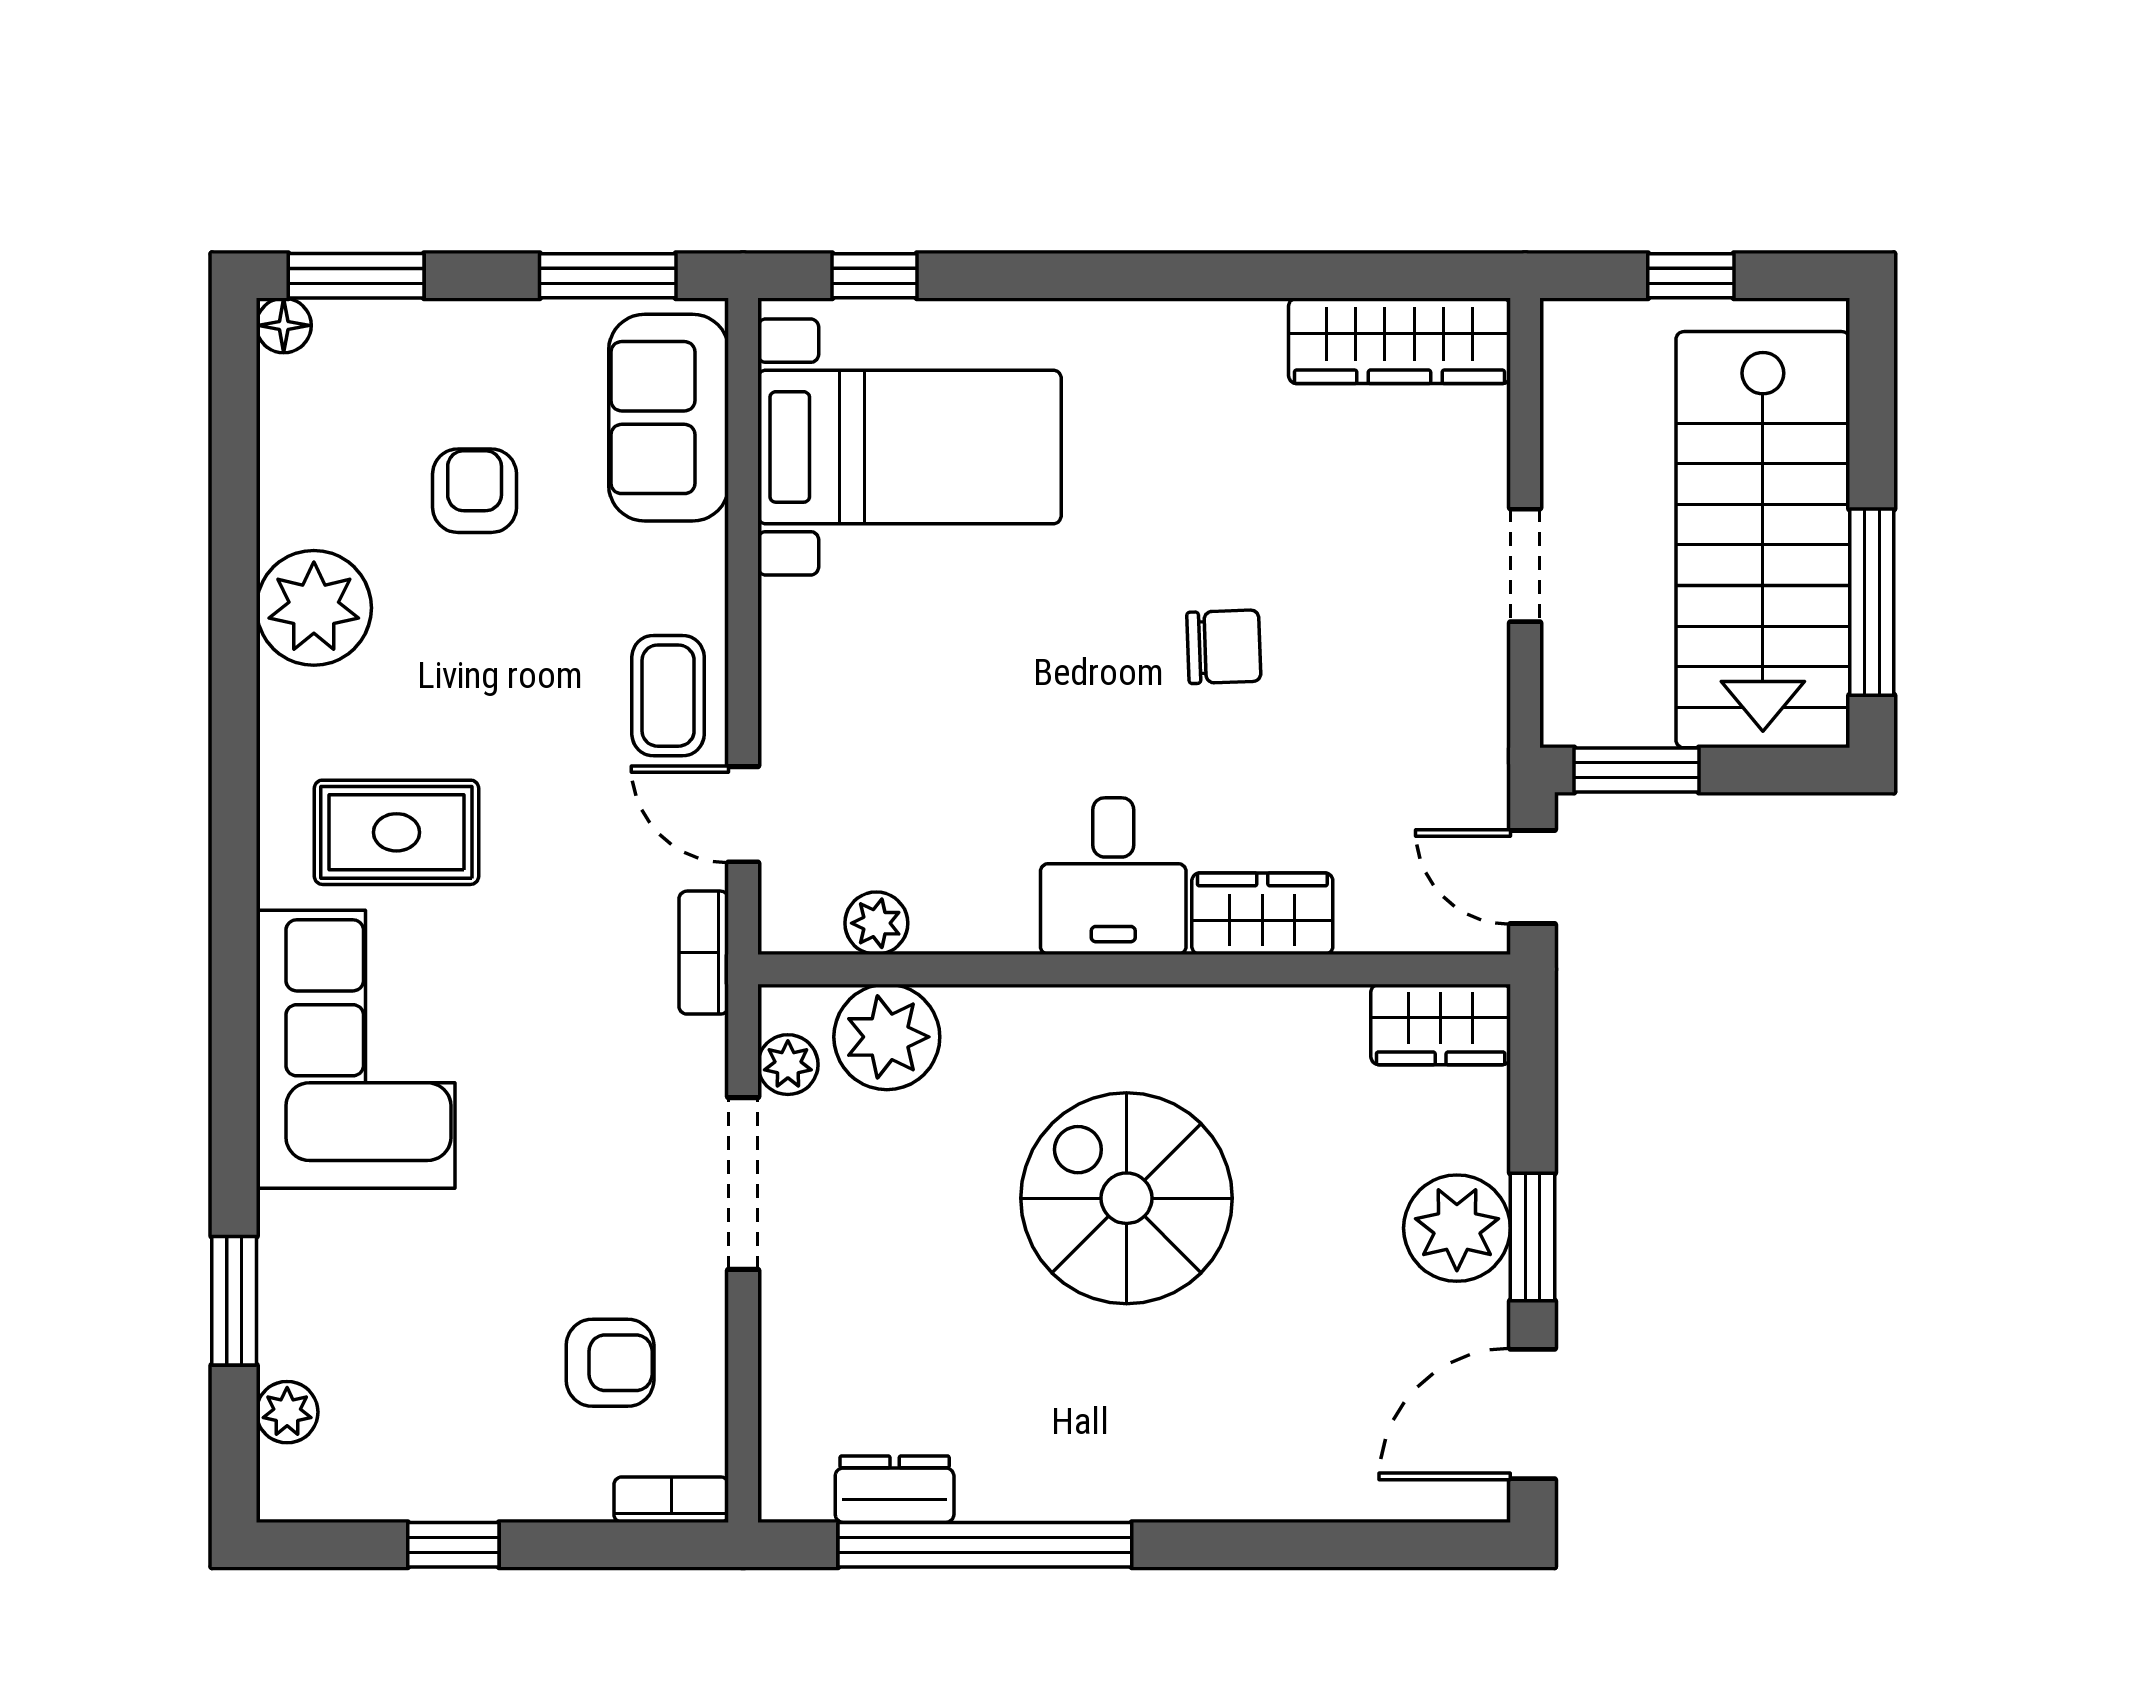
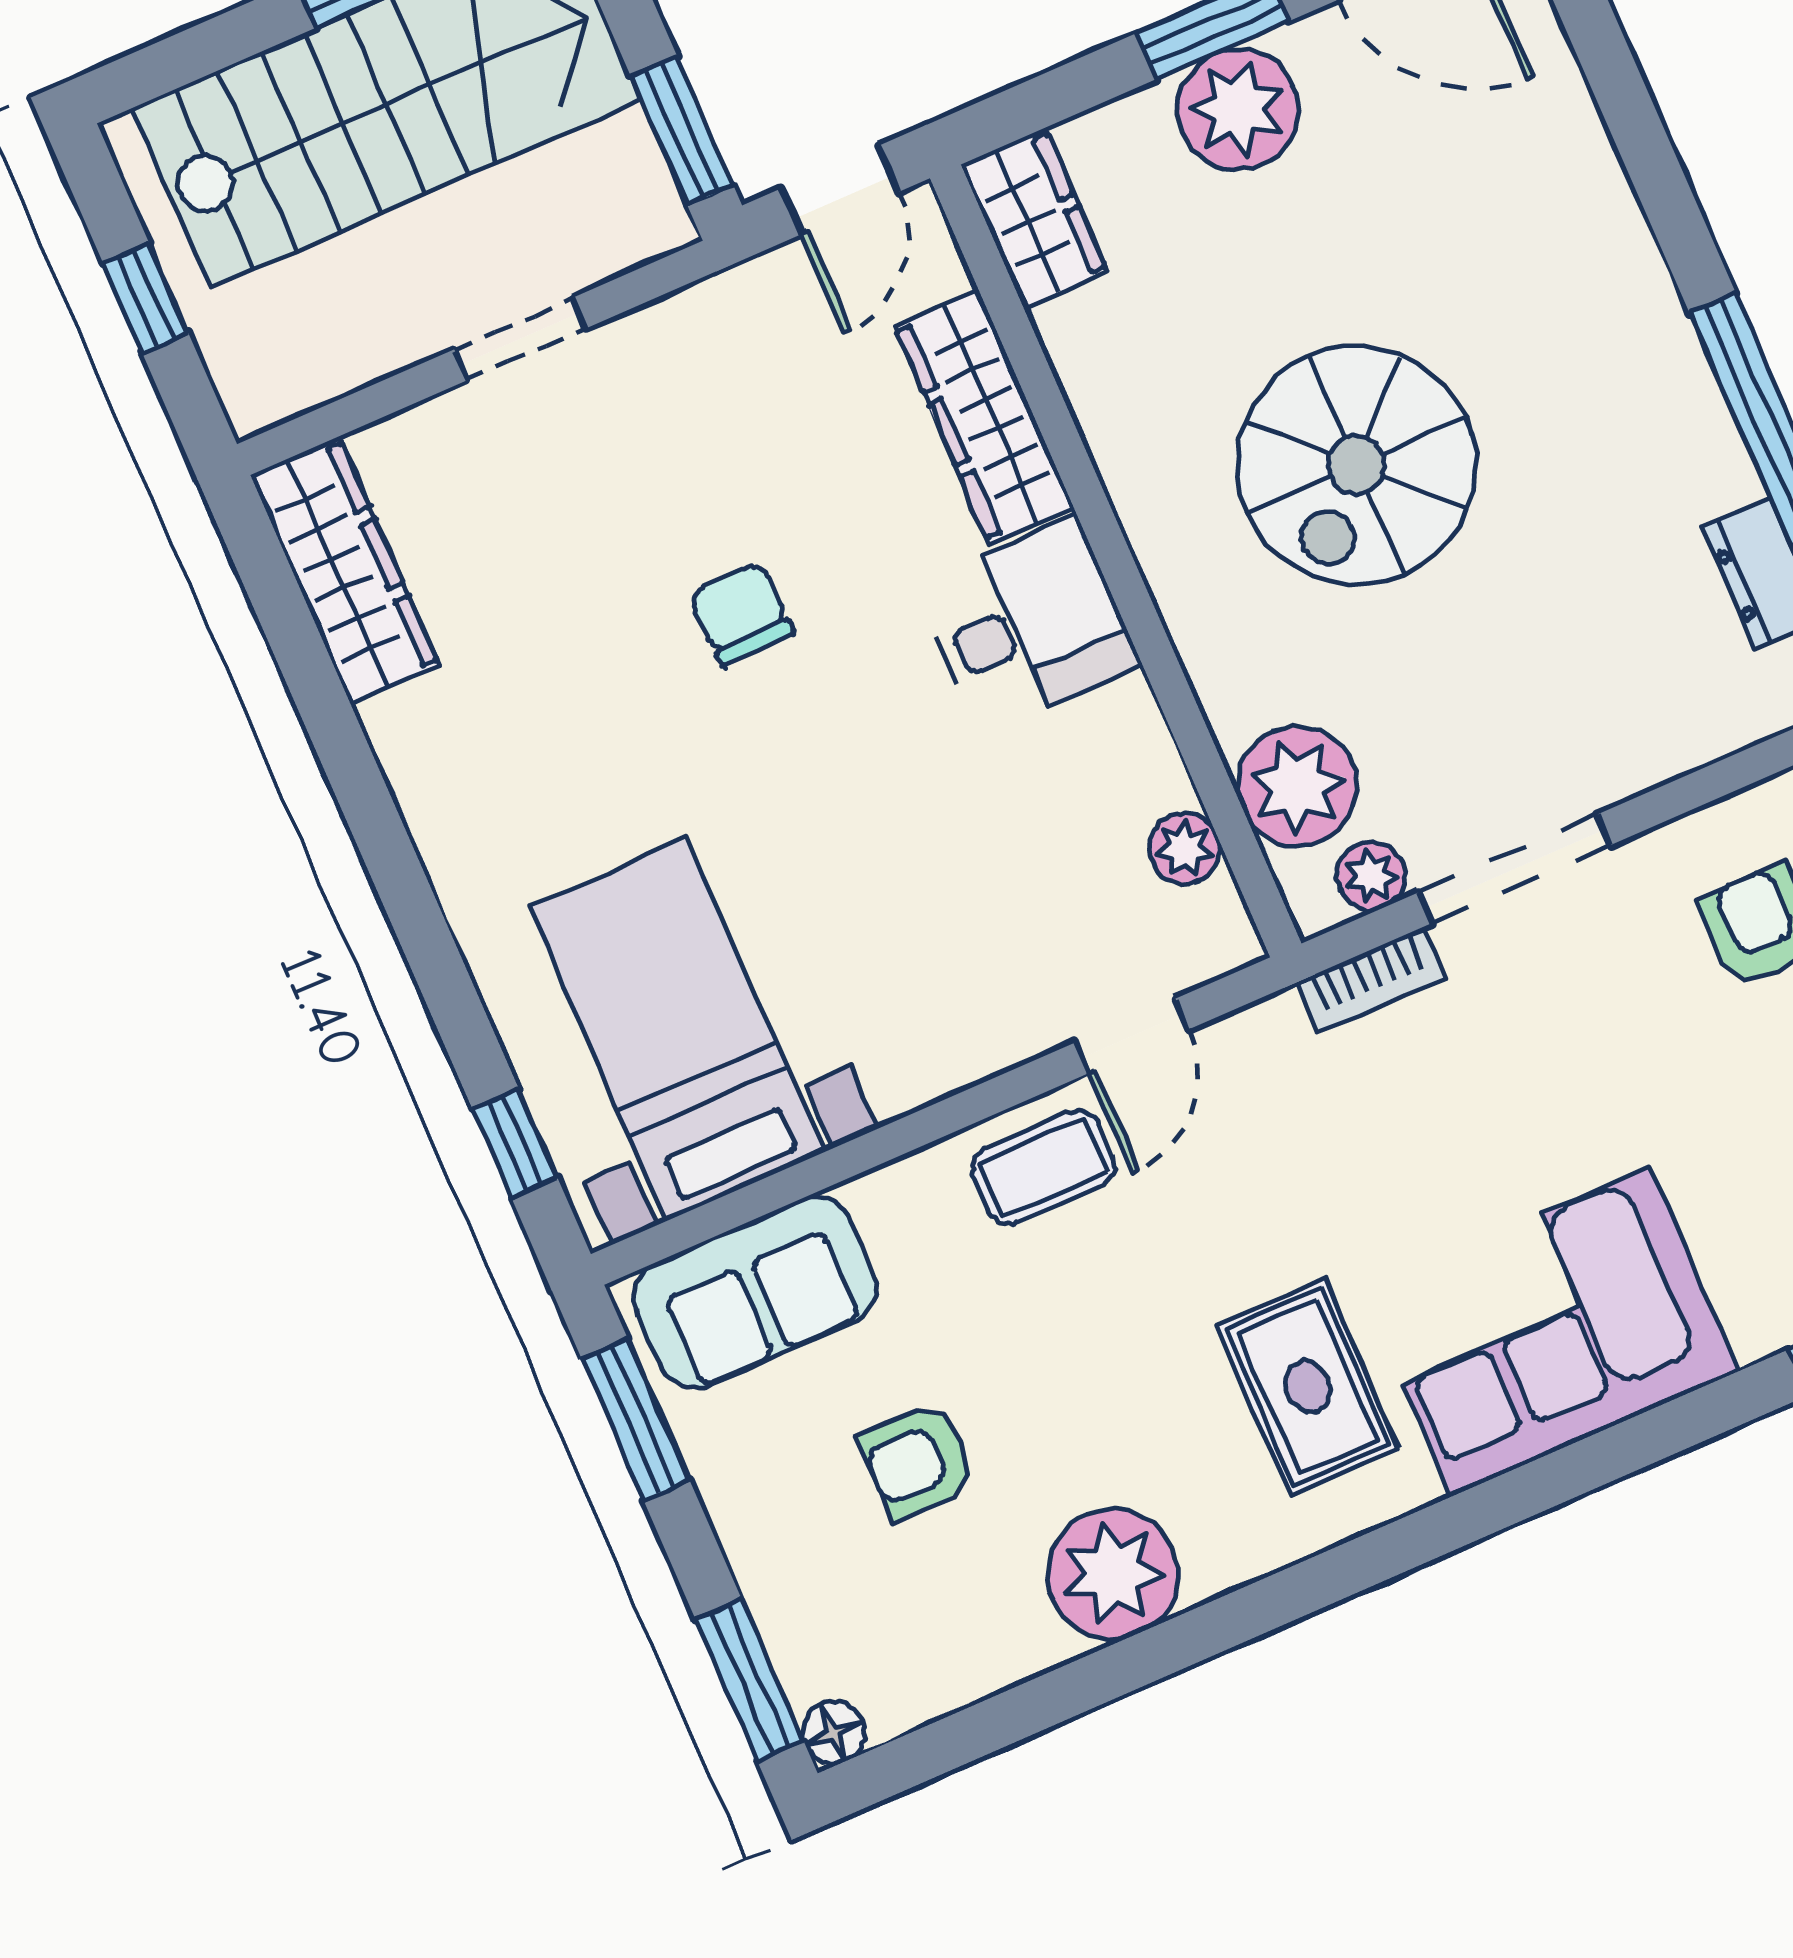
wardrobe: (1262, 914) -> (984, 417), width x1.50
bookcase: (704, 953) -> (1371, 980), moved

